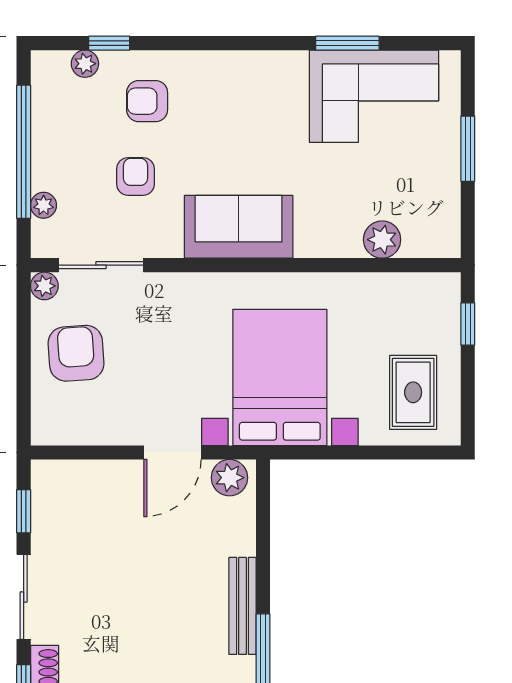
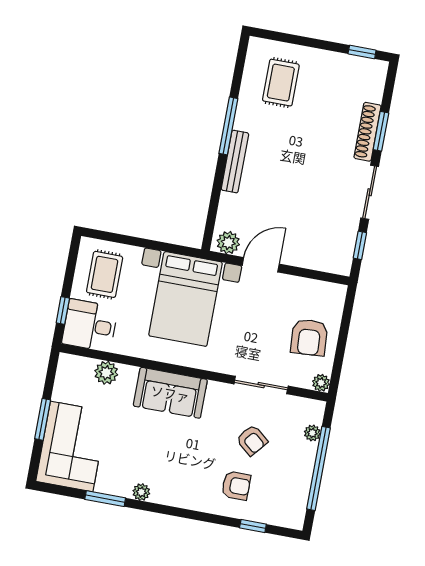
plant: (85, 64) -> (141, 492), moved
corner sofa: (374, 96) -> (72, 446), moved, turned 90
armchair: (135, 176) -> (252, 440), turned -50
sofa: (239, 227) -> (170, 393), moved
sliding door: (101, 265) -> (261, 385), moved
desk: (421, 309) -> (90, 325), added

